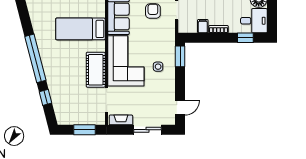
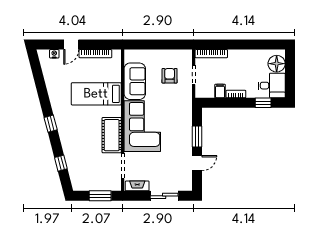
window: (180, 56) -> (197, 137), moved
window: (35, 58) -> (51, 124), width x0.32
side table: (158, 67) -> (175, 132), removed
door: (180, 108) -> (197, 163), moved

